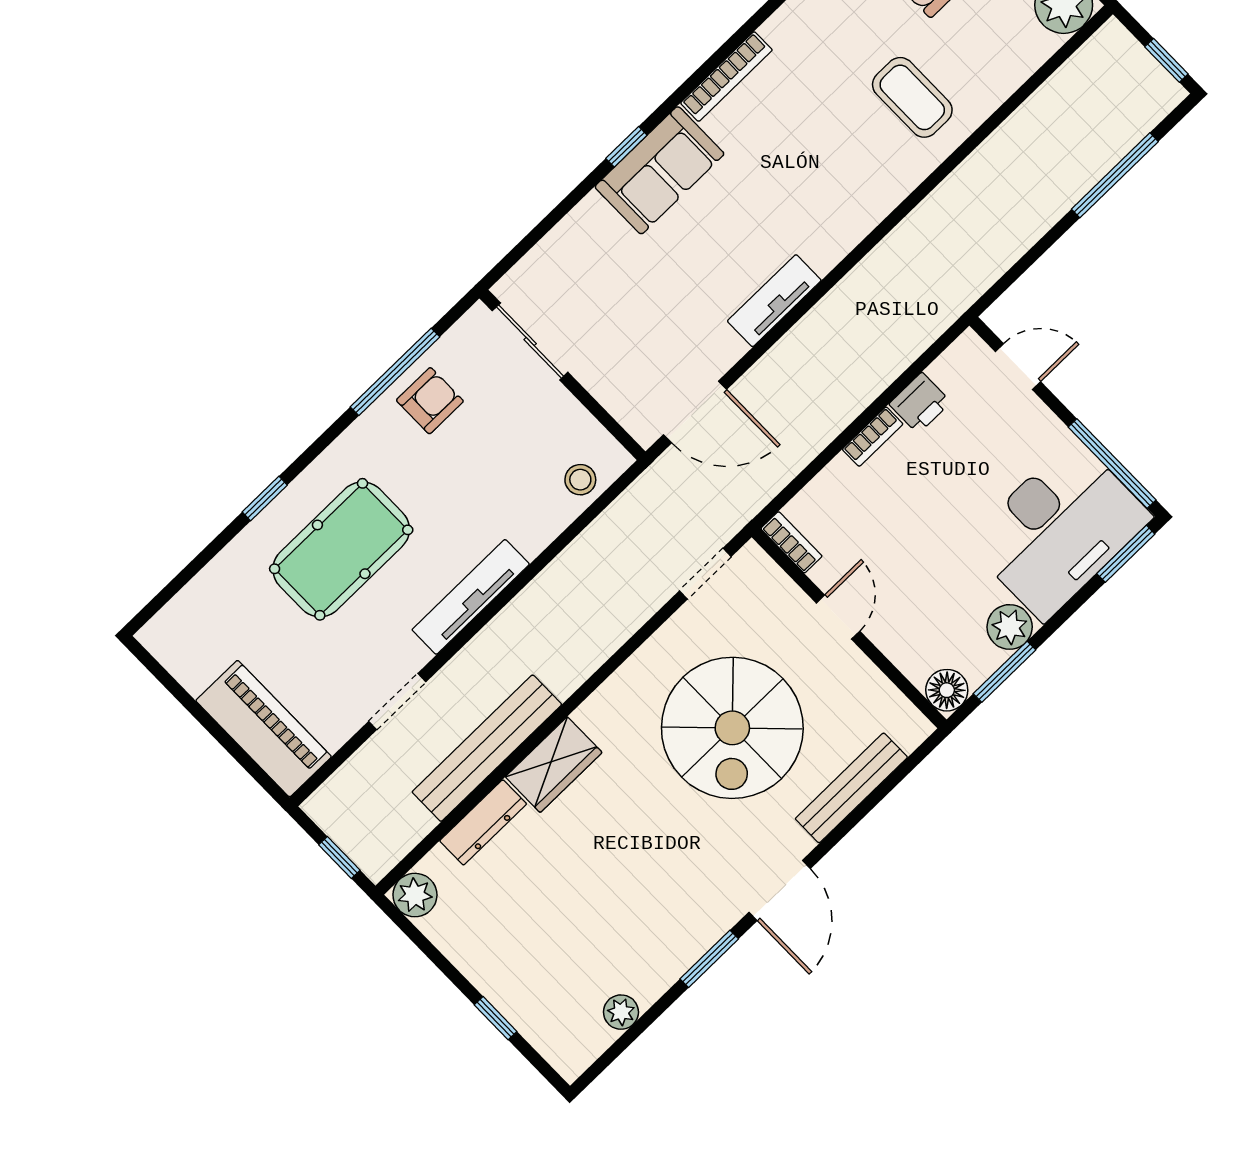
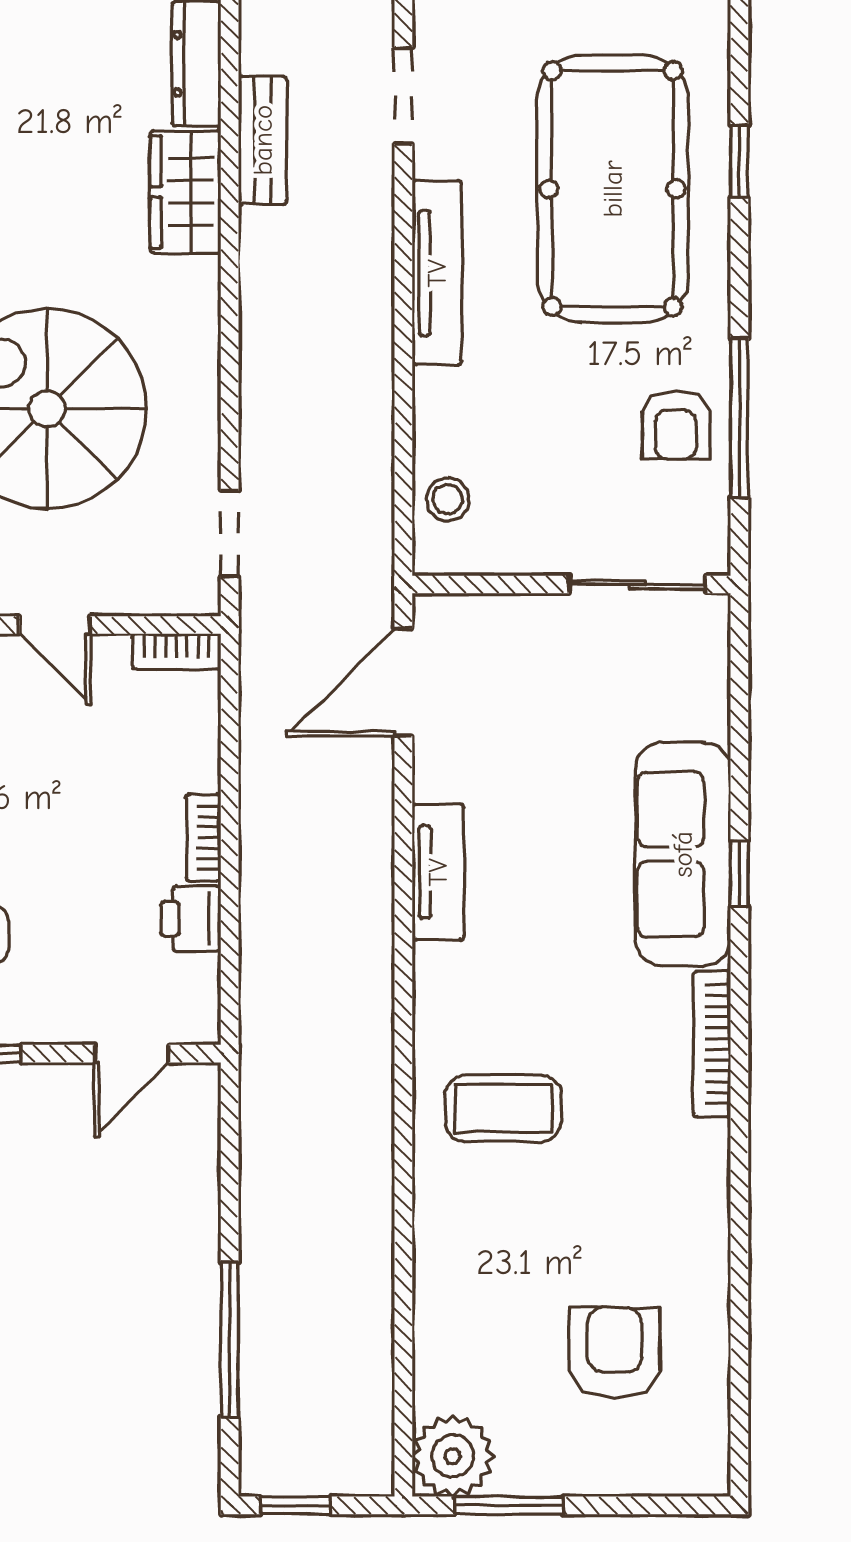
coffee table: (912, 97) -> (503, 1108), moved
sofa: (660, 170) -> (683, 854), width x1.36
pool table: (341, 549) -> (613, 189), width x1.36, depth x1.32
bench: (487, 748) -> (263, 140), width x0.54, depth x0.82

